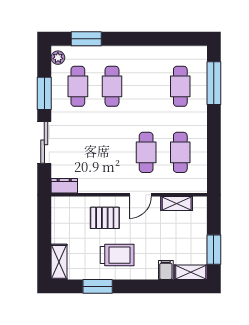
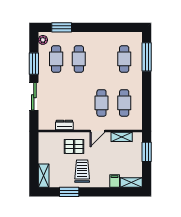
dresser: (64, 186) -> (64, 125), moved
window: (214, 250) -> (147, 152), moved
trolley: (117, 255) -> (82, 171), turned -90

